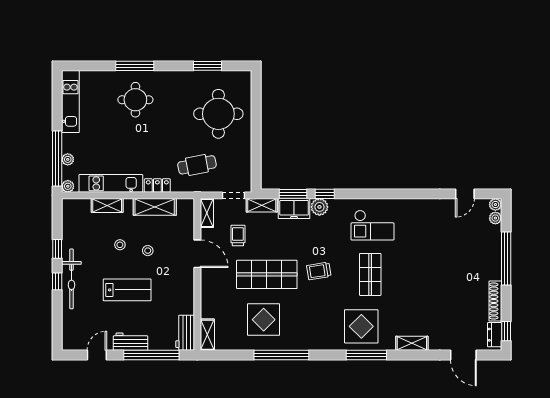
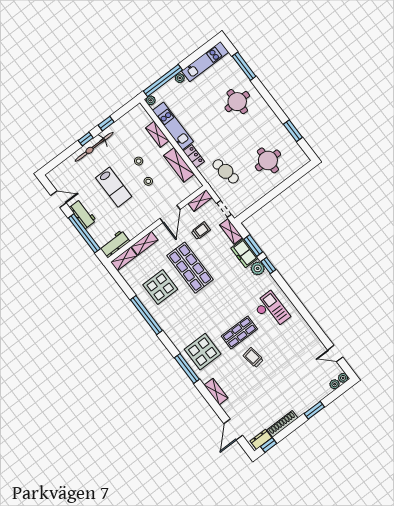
window: (135, 66) -> (244, 66), moved
round table: (218, 114) -> (268, 160), width x0.73, depth x0.73
plant: (68, 159) -> (180, 78), moved
checkout: (372, 225) -> (271, 310), turned 180
window: (506, 259) -> (314, 410), width x0.47
trolley: (319, 271) -> (253, 358), moved
shelving: (207, 302) -> (145, 243), added

